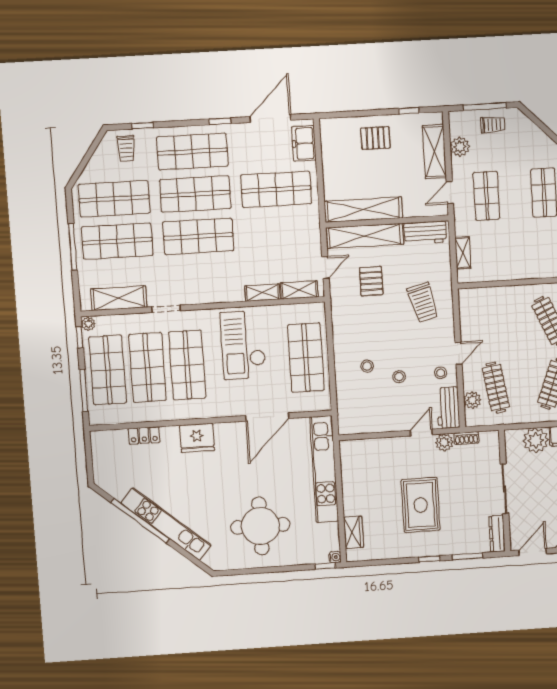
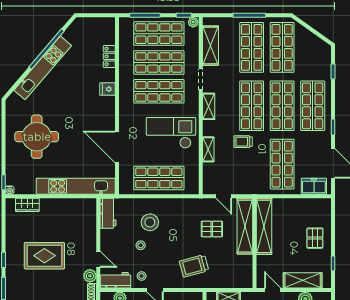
trolley: (126, 148) -> (243, 142), moved
workbench: (425, 233) -> (108, 213), moved, turned 180
shelving: (299, 290) -> (209, 106), moved
stool: (367, 366) -> (150, 222), width x1.89, depth x1.89
fridge: (197, 438) -> (108, 89), width x0.53, depth x0.75

